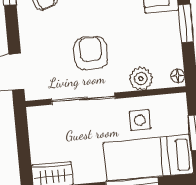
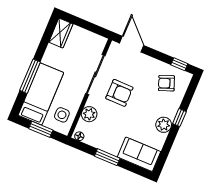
side table: (140, 120) -> (62, 115), moved

